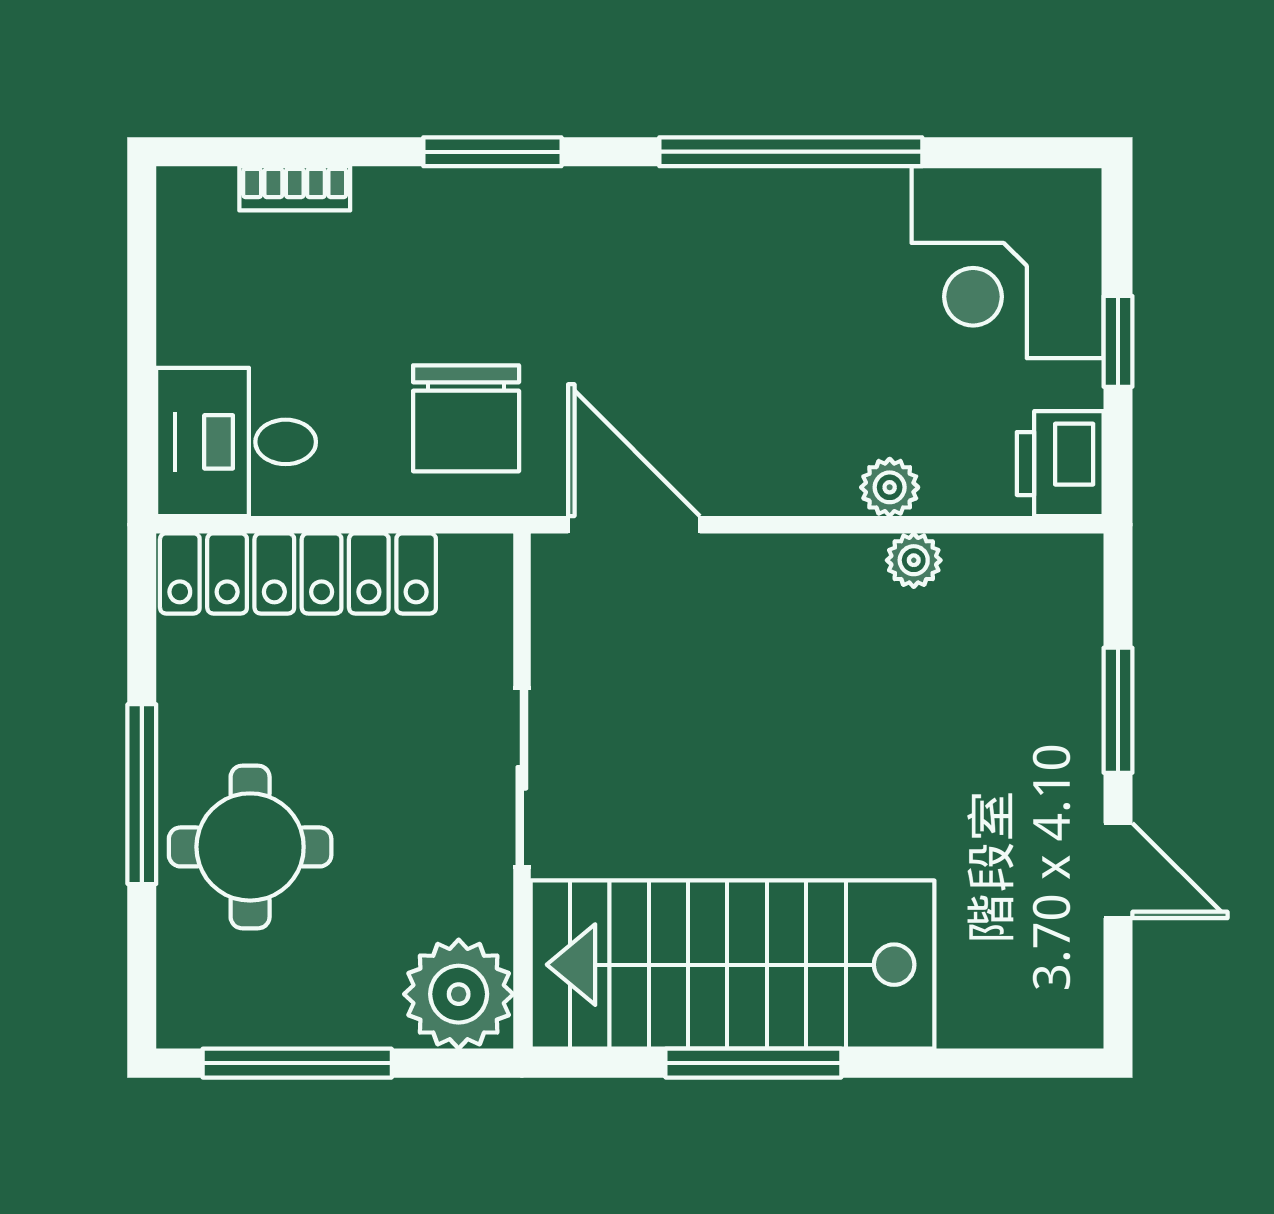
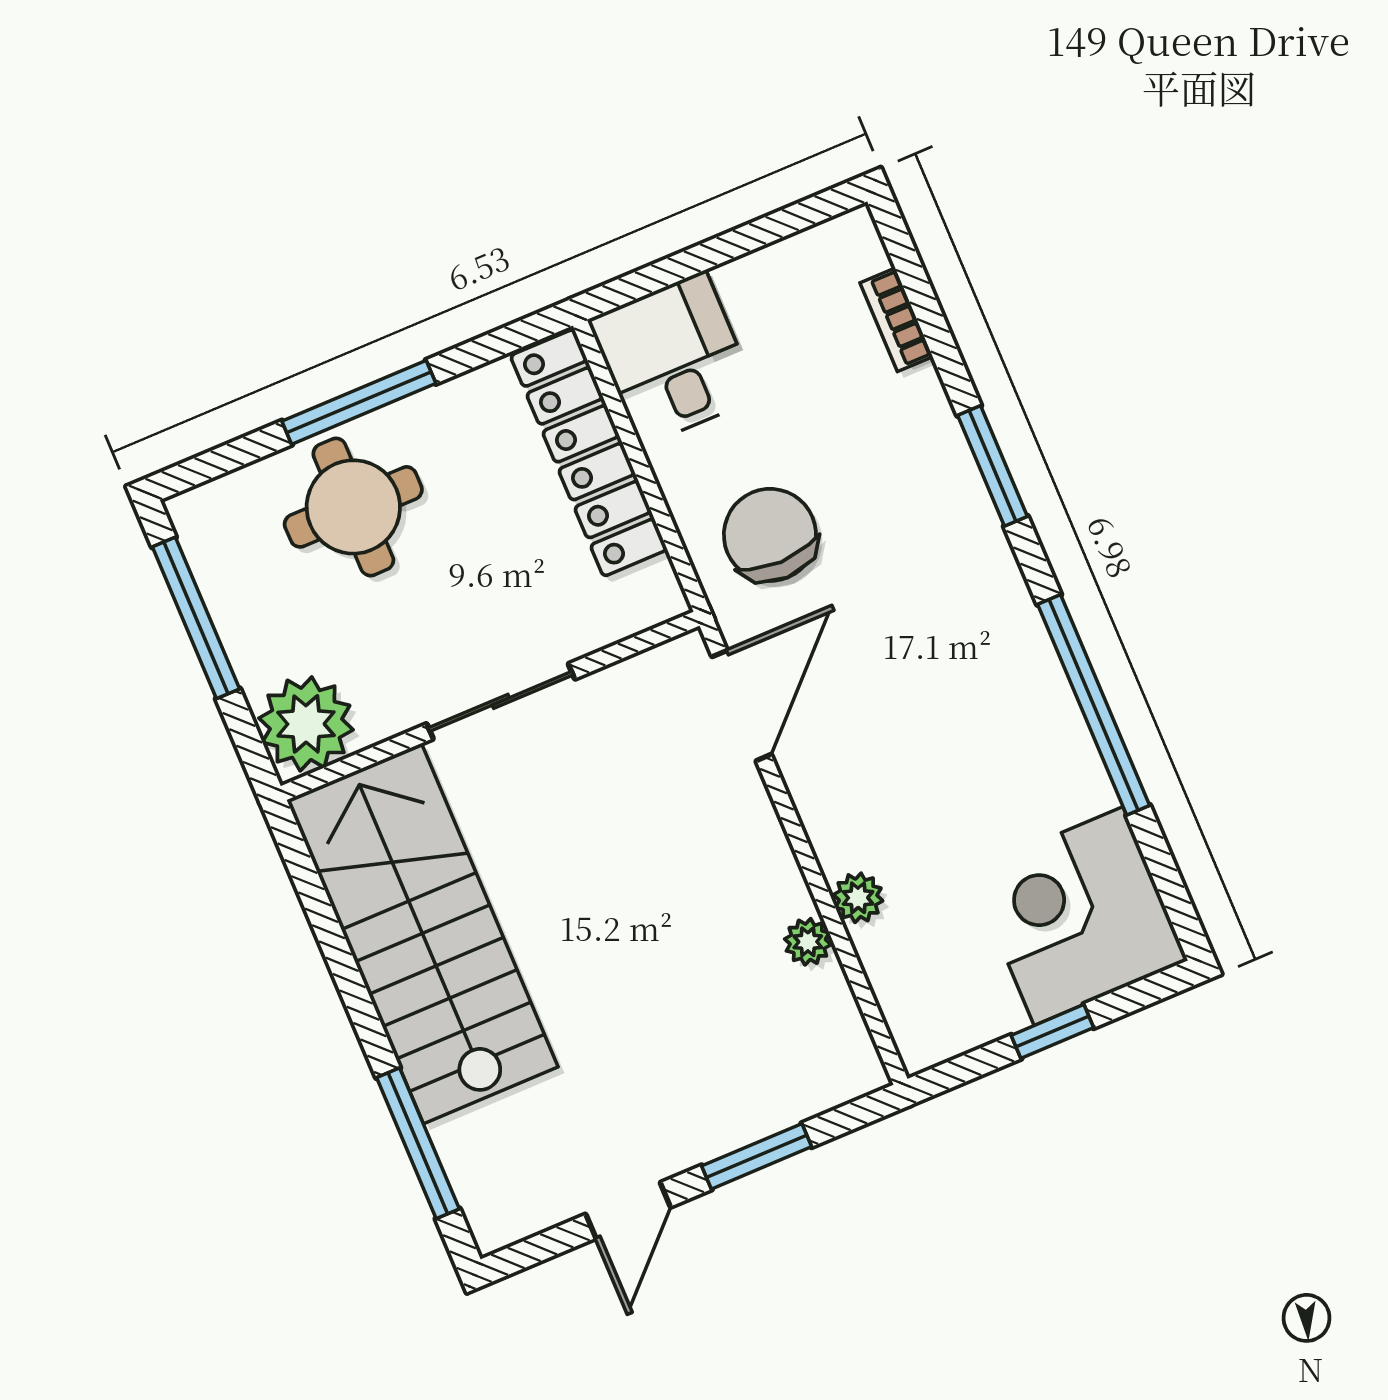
chair: (466, 418) -> (770, 535), turned 90
printer: (1060, 464) -> (935, 1026), removed
window: (753, 1063) -> (418, 1143), moved

